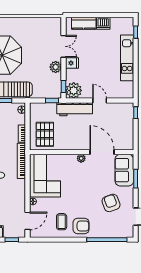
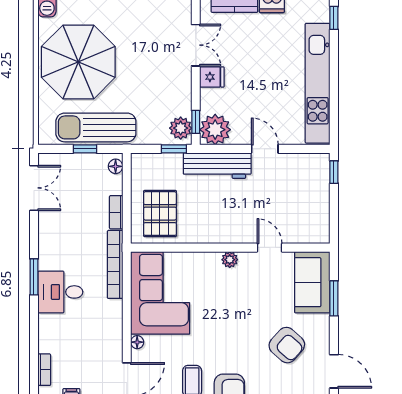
kitchen unit: (127, 58) -> (318, 83), width x1.36
plant: (56, 67) -> (181, 128), moved
door: (102, 152) -> (269, 248), width x0.53
armchair: (111, 203) -> (287, 345), turned 152

